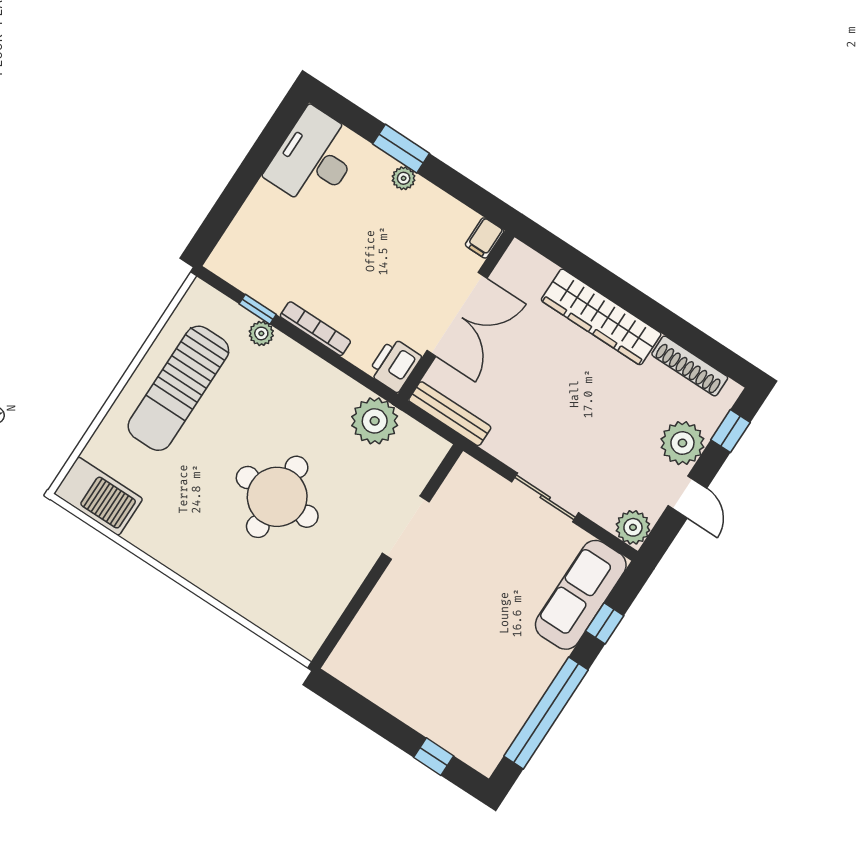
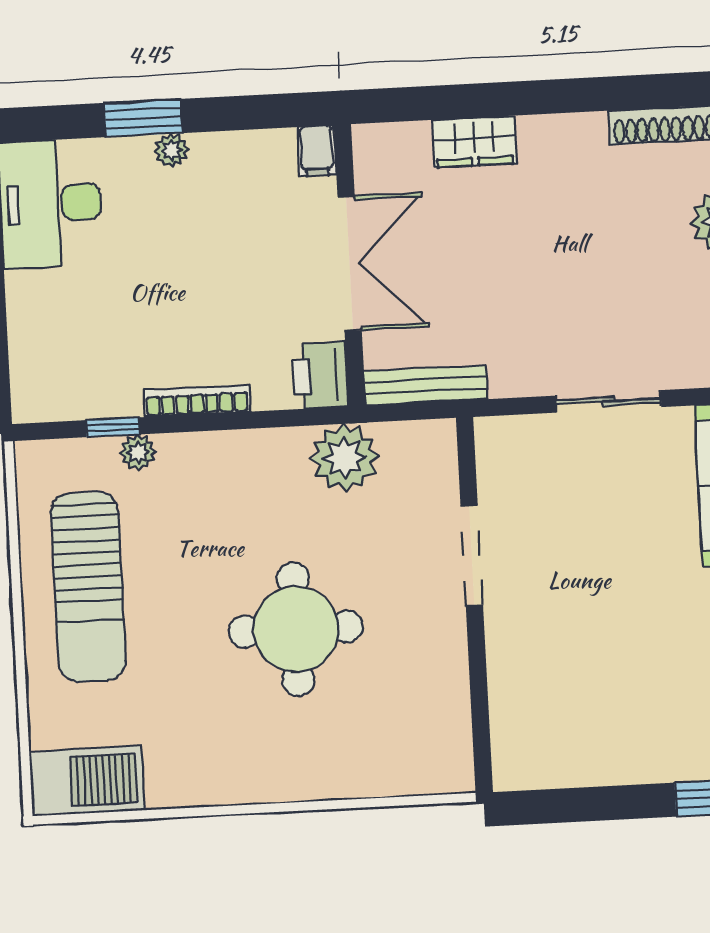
wardrobe: (601, 317) -> (474, 142), width x0.48, depth x0.85

